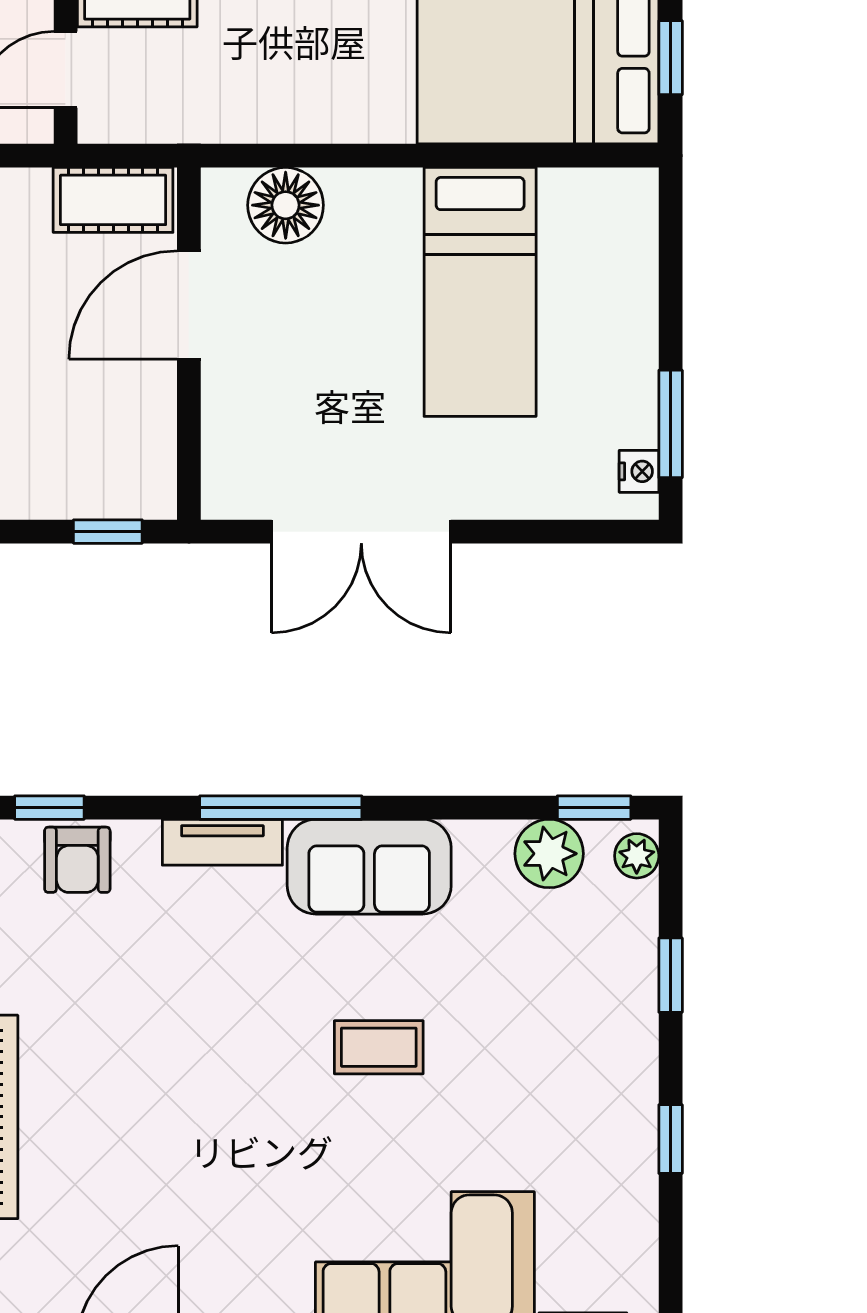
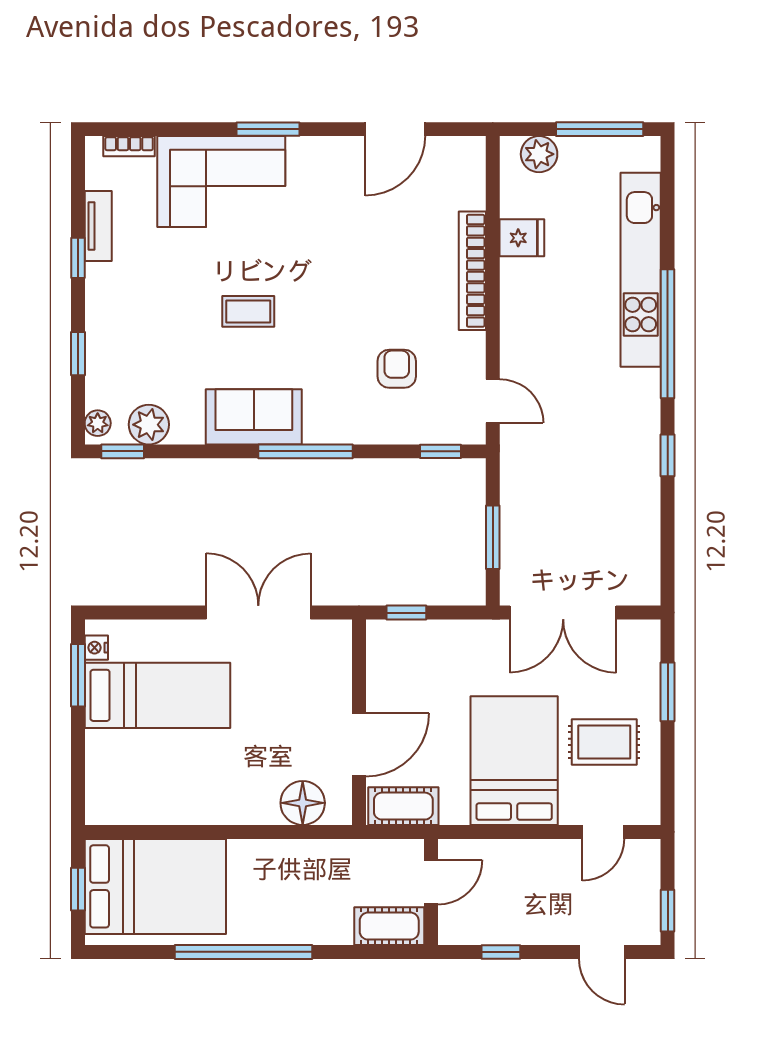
bed: (480, 292) -> (157, 695), moved, turned 90
tv unit: (222, 842) -> (98, 226), moved, turned 90
armchair: (77, 860) -> (397, 369), moved

